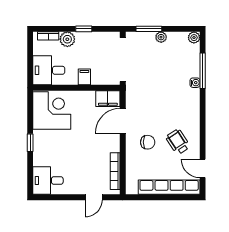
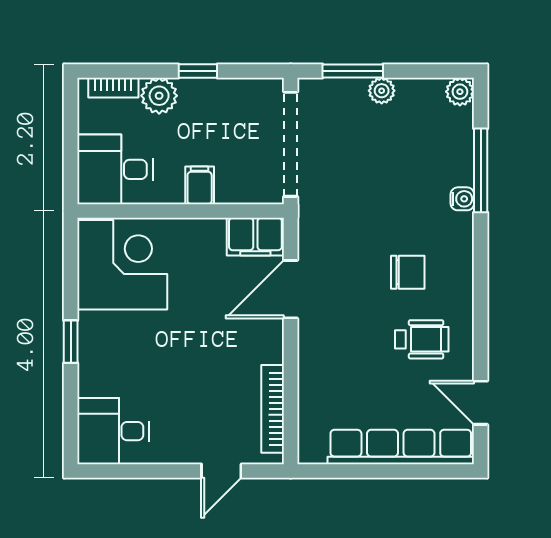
chair: (148, 142) -> (408, 272), moved
wheelchair: (178, 142) -> (422, 339), turned 123

